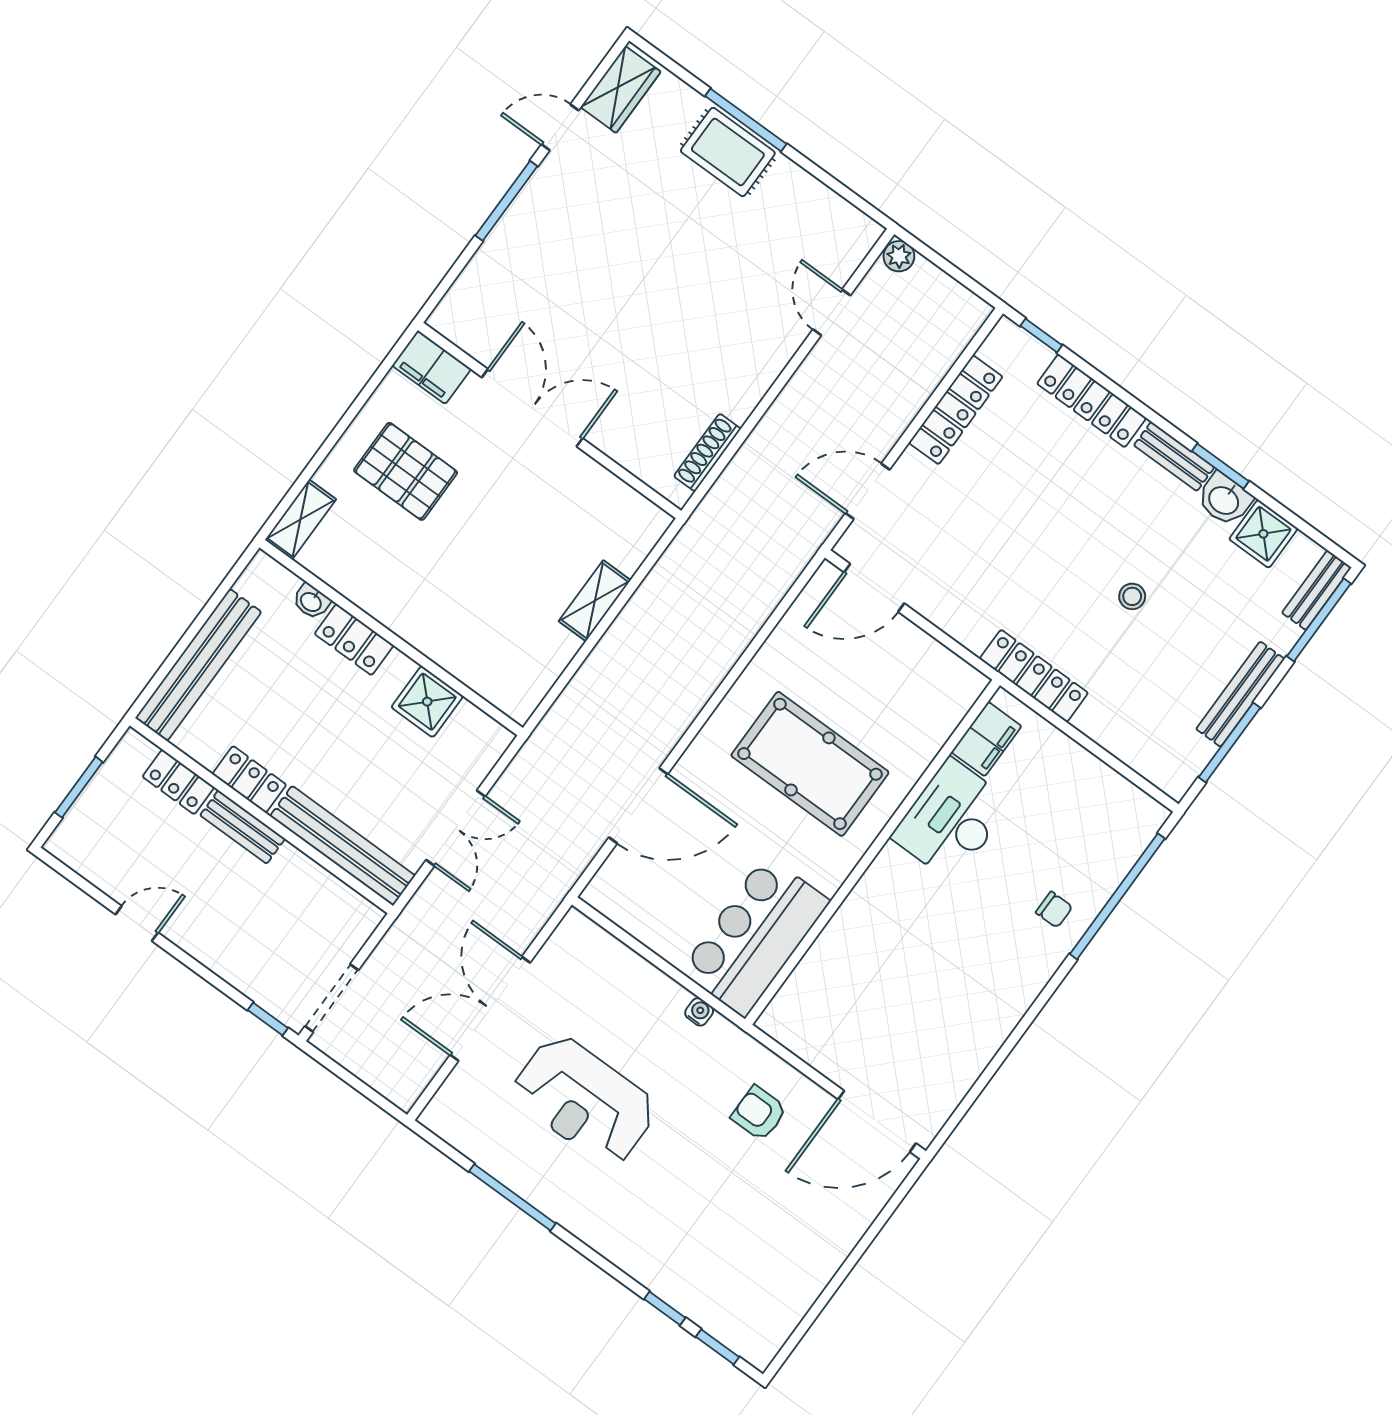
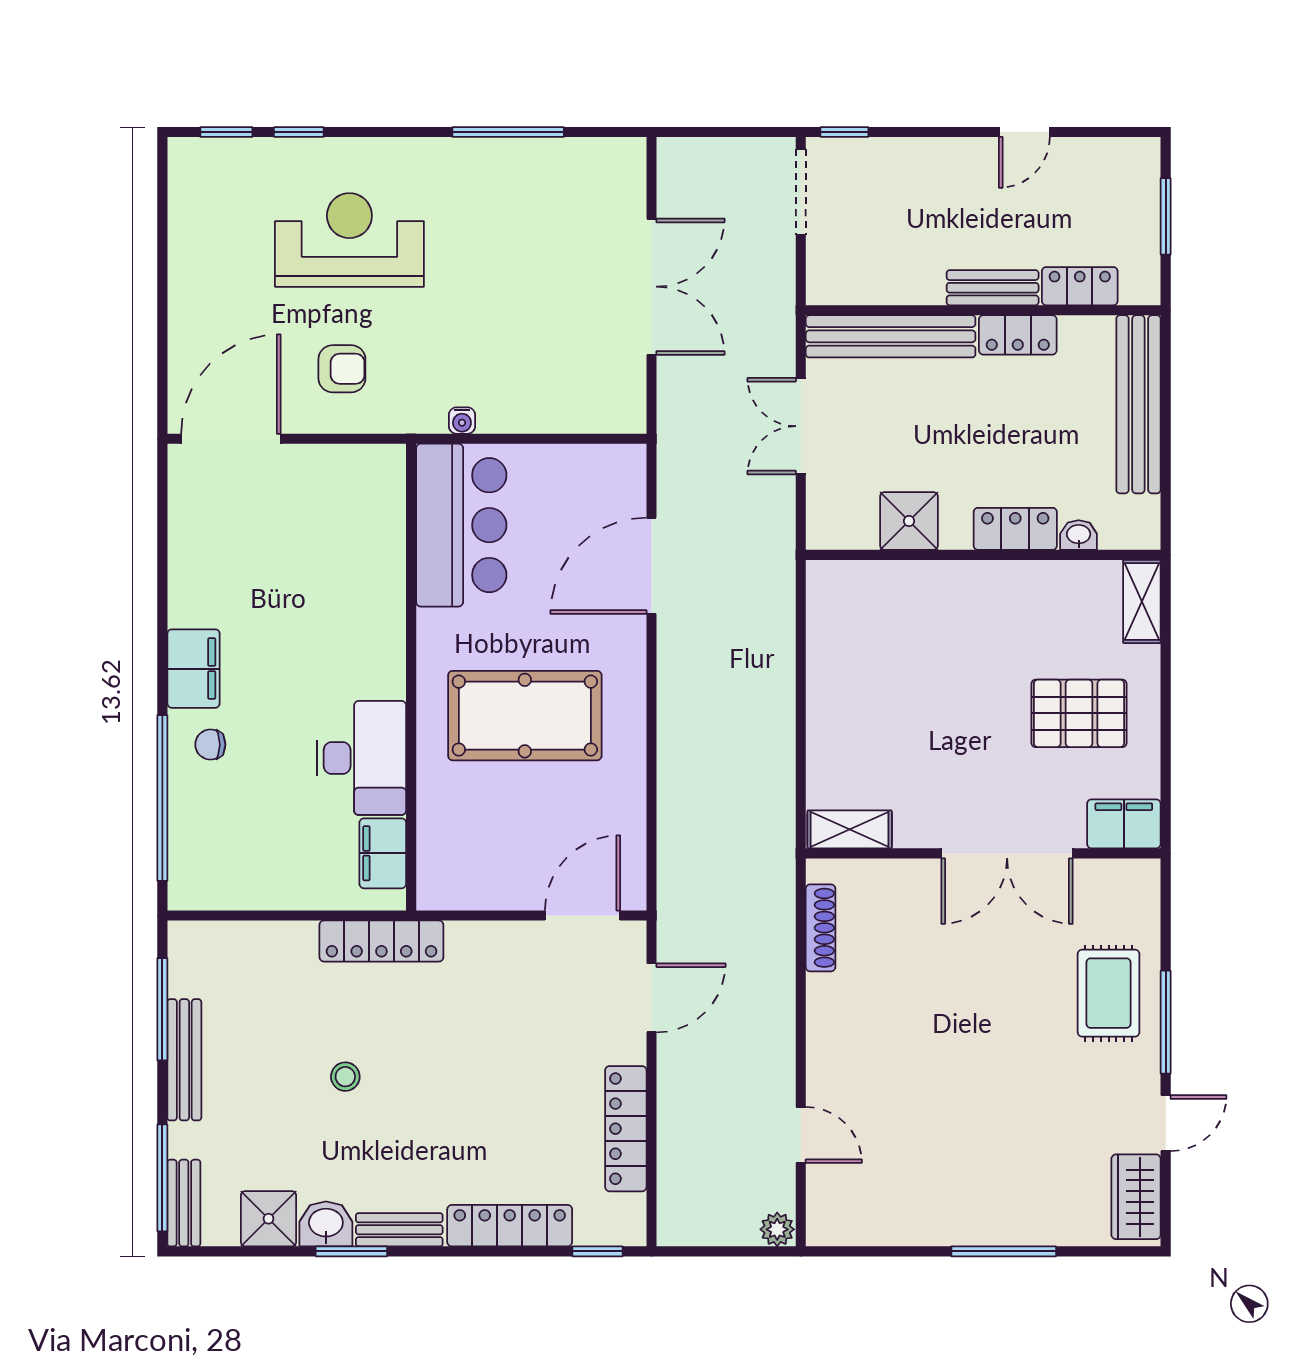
rug: (728, 152) -> (1109, 993), moved, turned 90
shelving: (595, 601) -> (850, 829), moved, turned 90
filing cabinet: (1026, 974) -> (193, 669), added
reception desk: (584, 1100) -> (349, 240), moved

